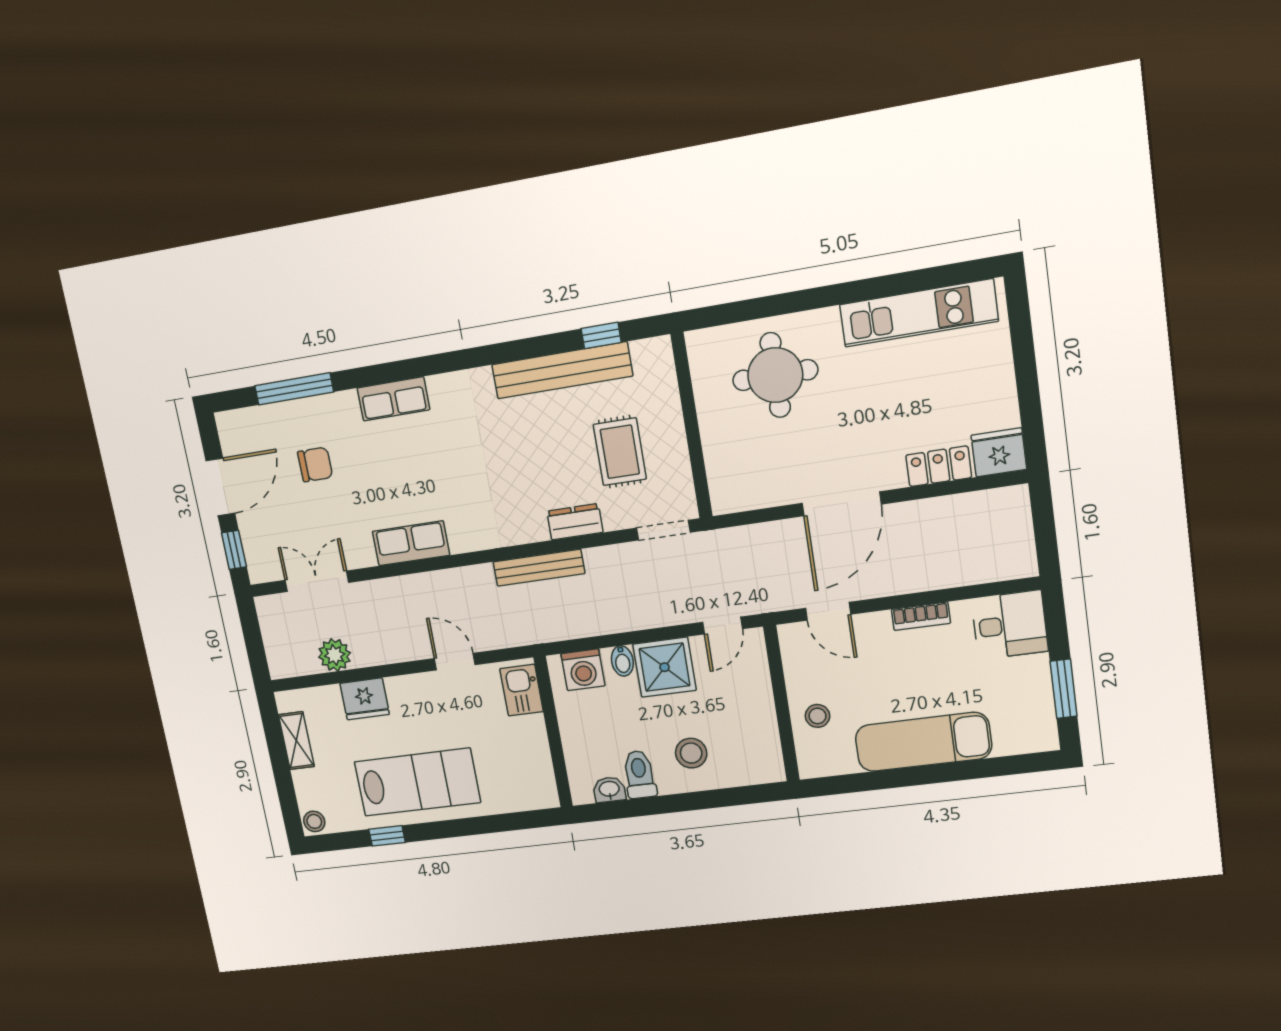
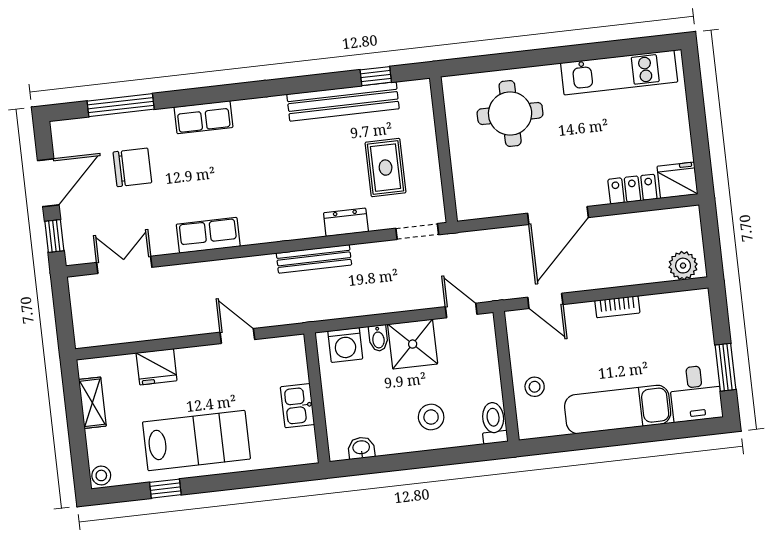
chair: (315, 464) -> (132, 167), width x1.37, depth x1.37
desk: (1010, 625) -> (696, 393), moved, turned 90
door: (722, 626) -> (461, 310), swing flipped
plant: (335, 655) -> (683, 266), moved
kitchen sink: (522, 690) -> (297, 406), moved
toilet: (639, 774) -> (494, 423), moved

